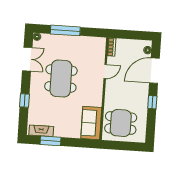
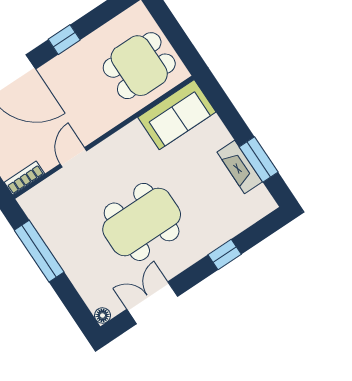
window: (65, 30) -> (39, 251), moved
door: (105, 72) -> (73, 157), hinge flipped
dining table: (121, 123) -> (139, 66), turned 90
fireplace: (41, 131) -> (240, 167), moved

